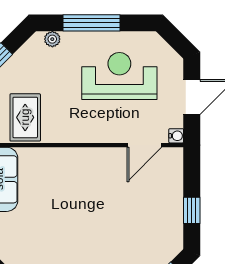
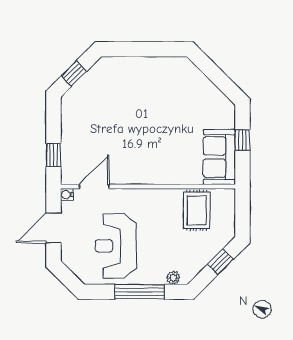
reception desk: (119, 76) -> (116, 246), turned 90
window: (192, 210) -> (53, 155), moved

